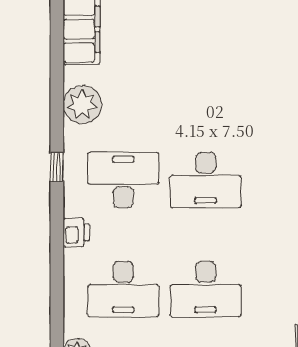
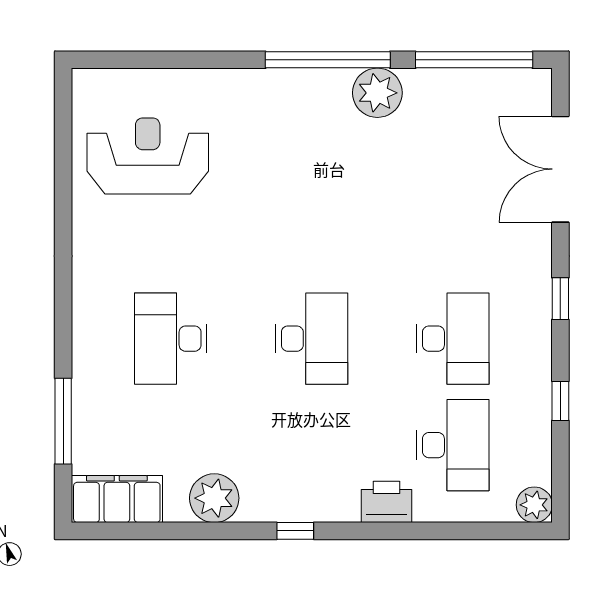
desk: (123, 180) -> (171, 339), moved
printer: (76, 233) -> (386, 502), width x1.36, depth x1.24

